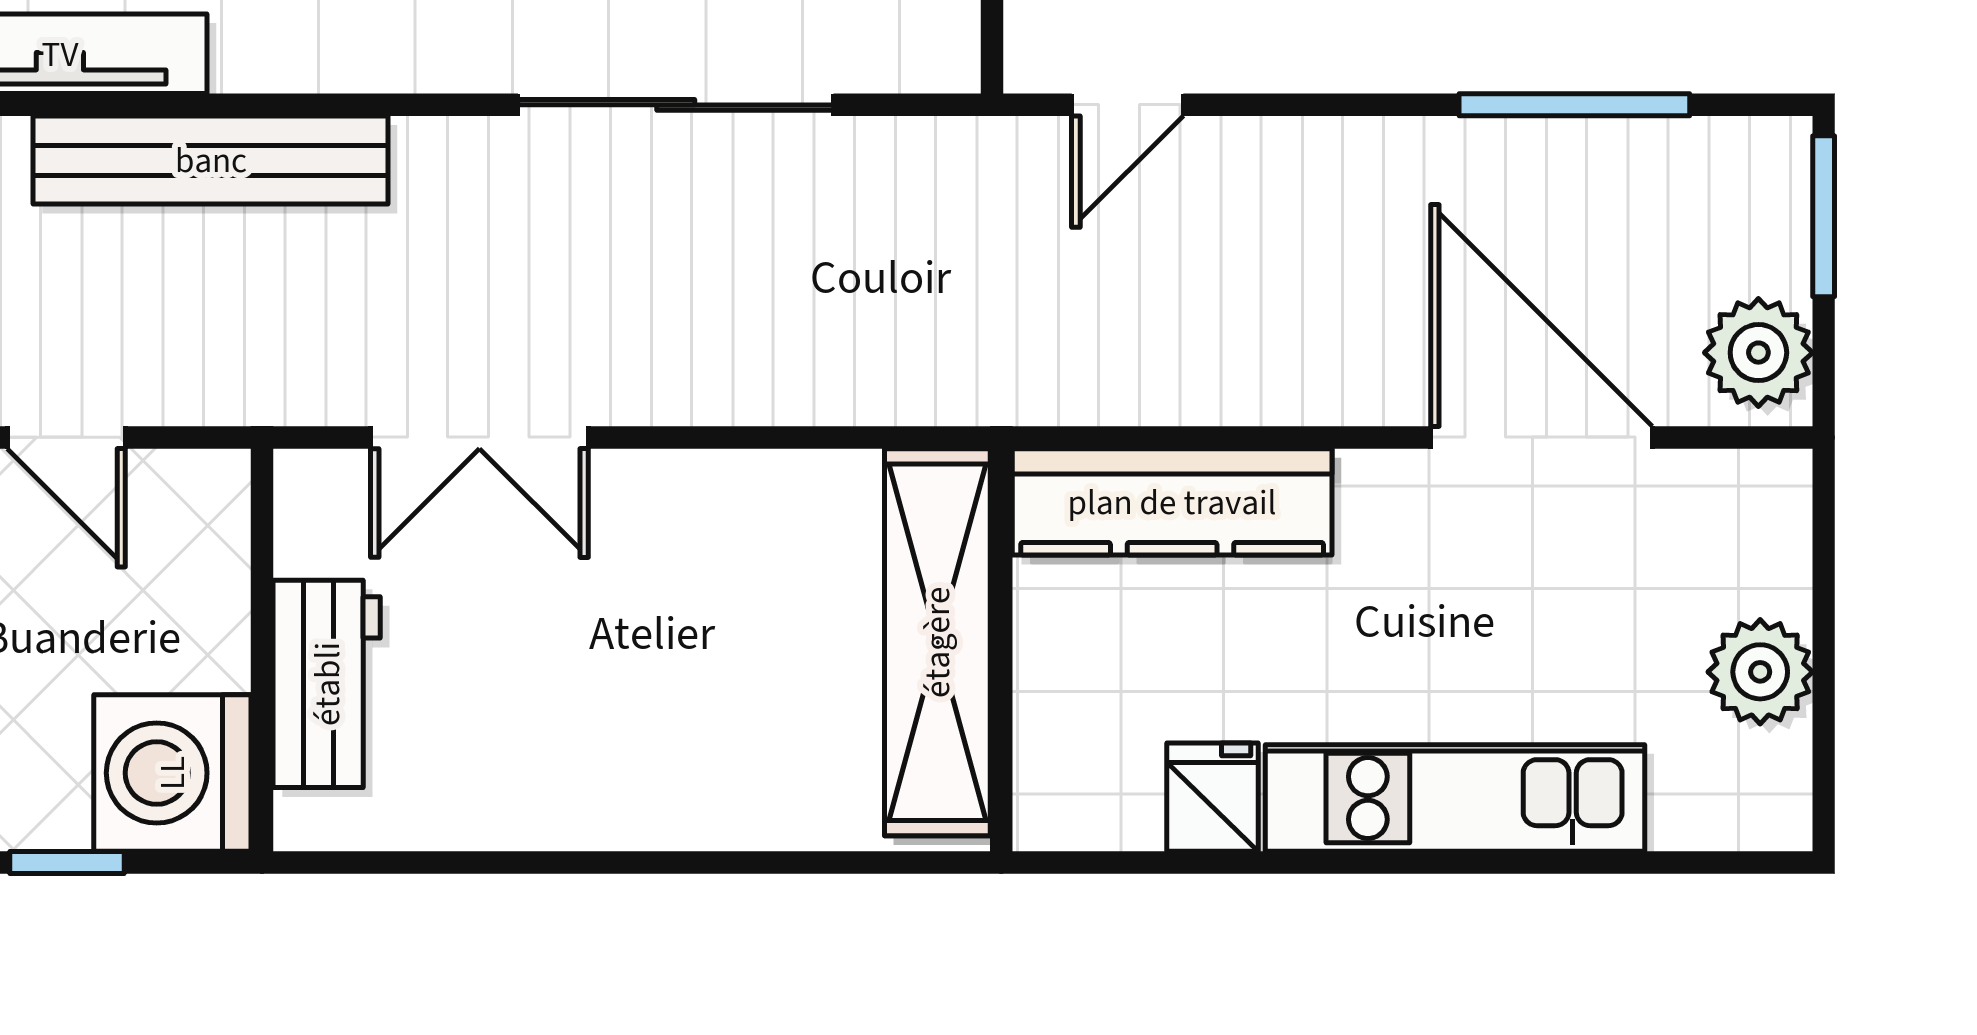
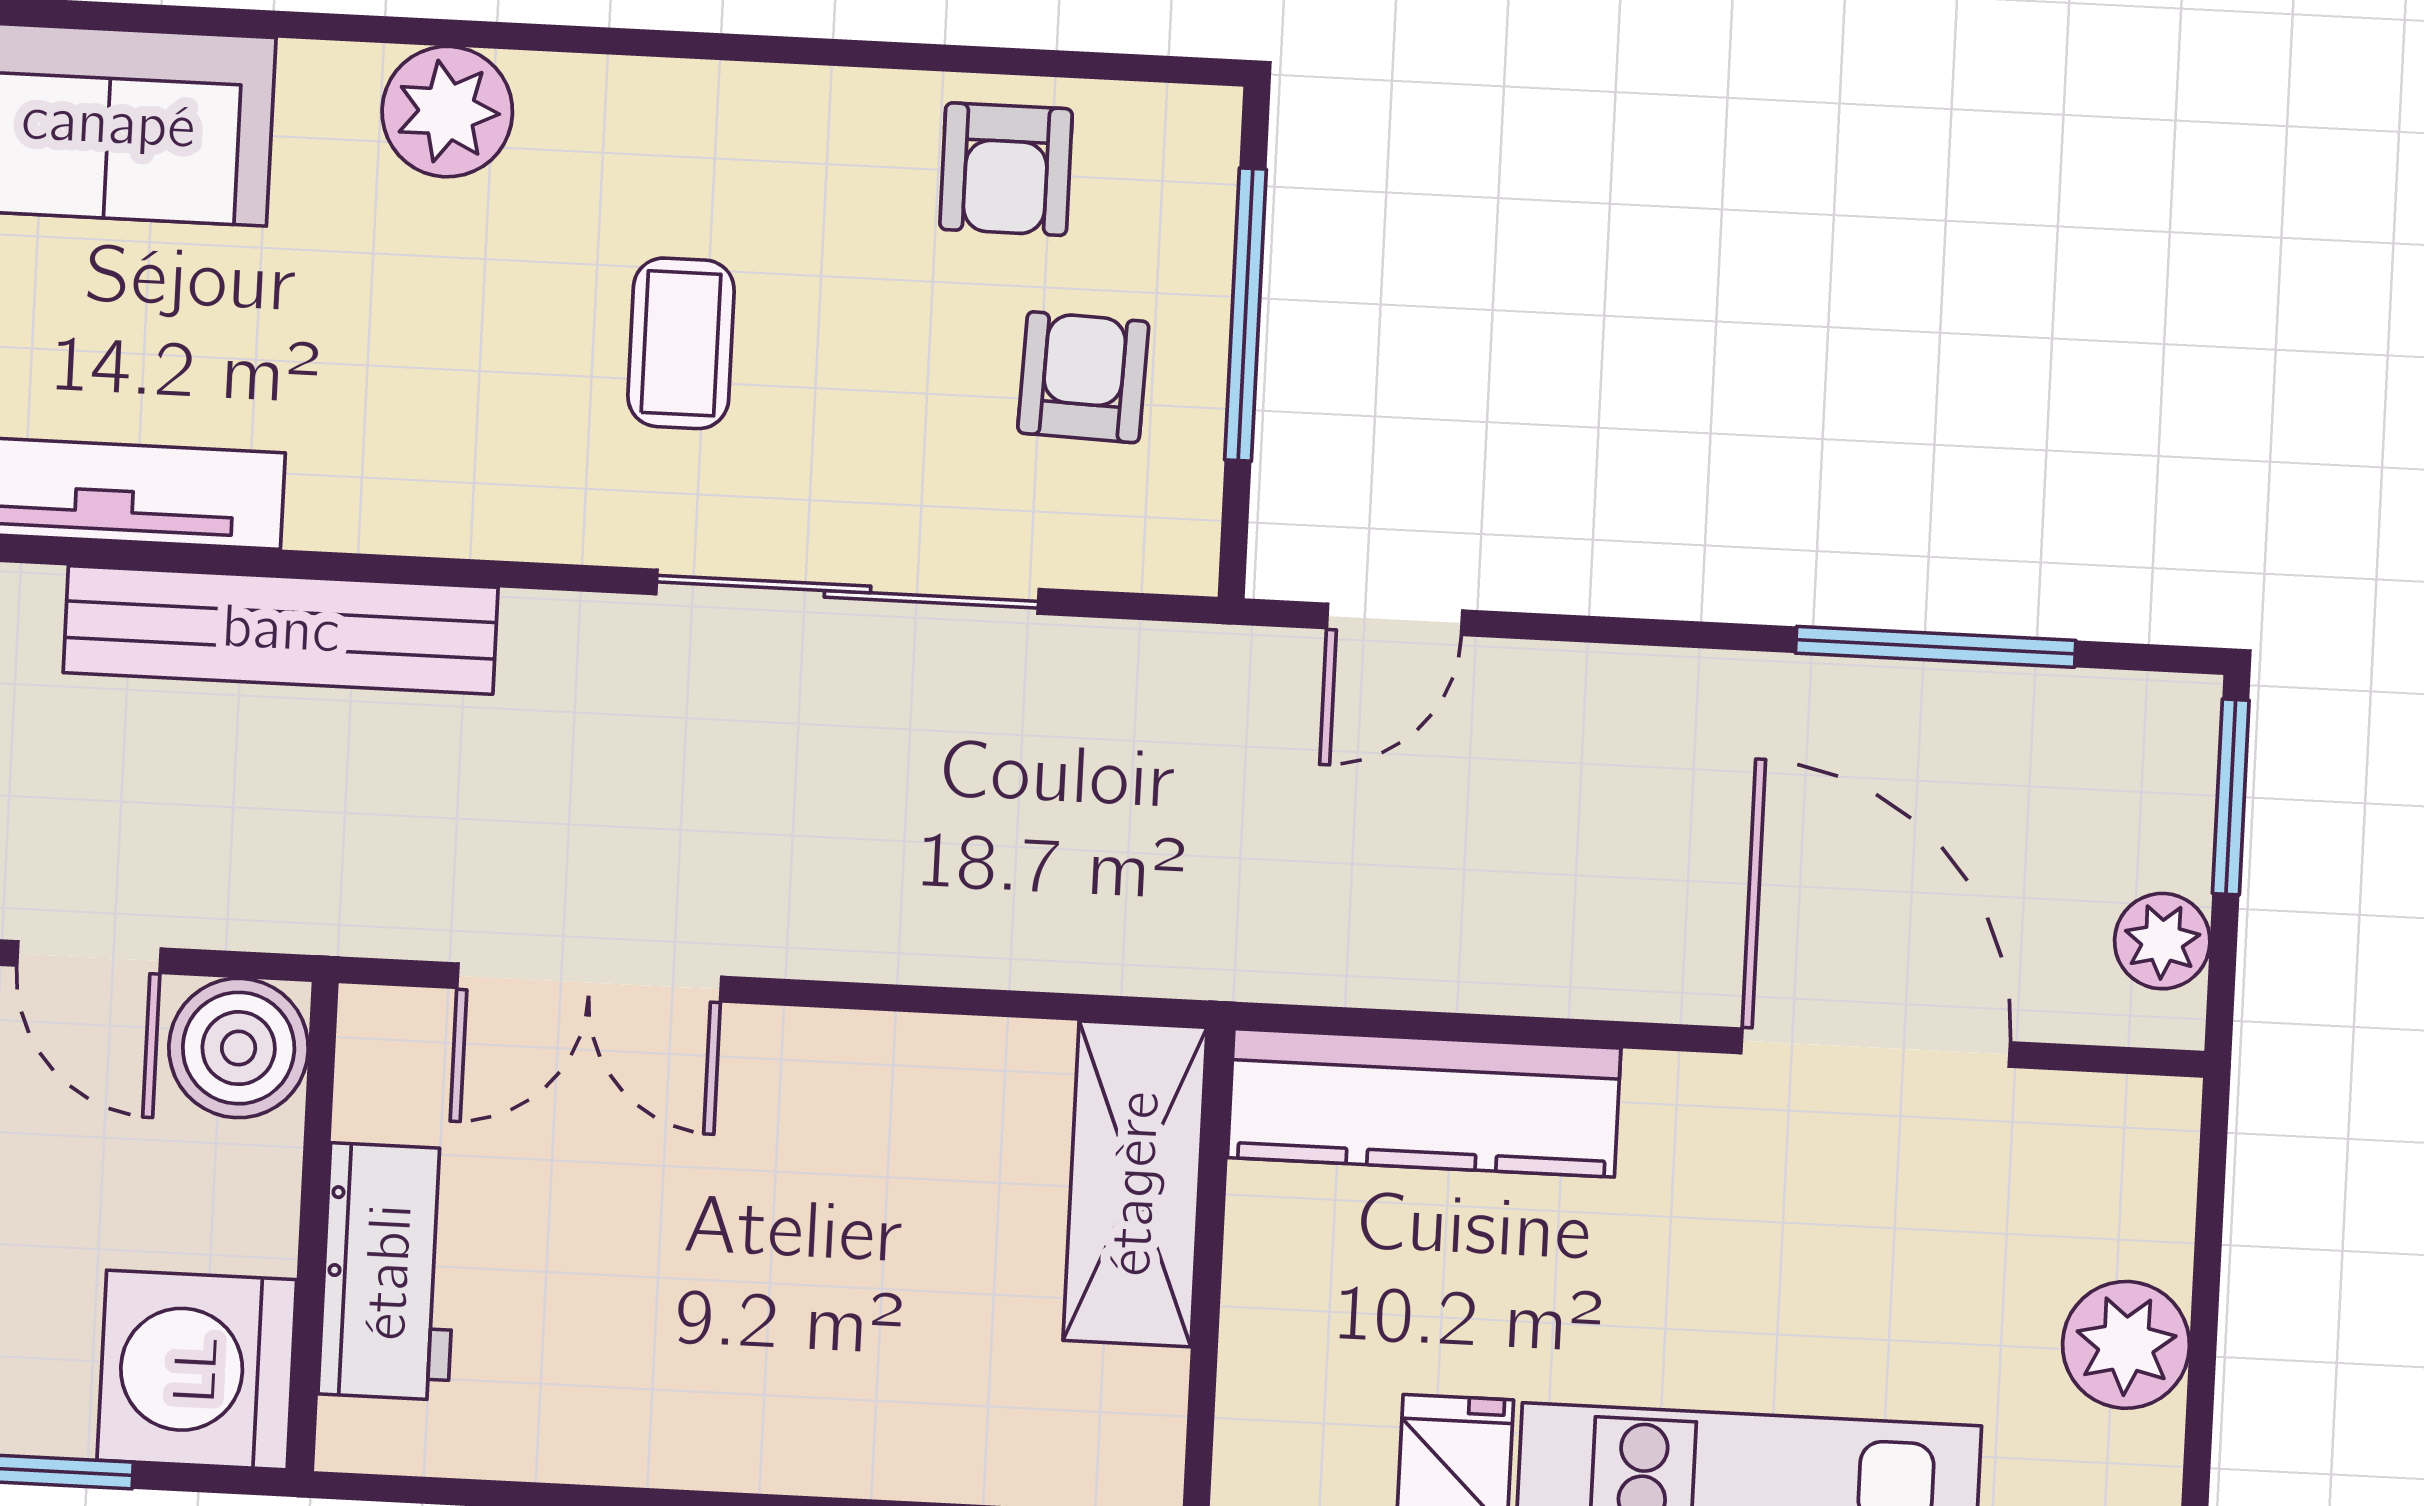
plant: (1758, 353) -> (2162, 941), width x0.73, depth x0.73
boiler: (193, 506) -> (239, 1048), added
shelving: (937, 642) -> (1135, 1184), width x0.68

